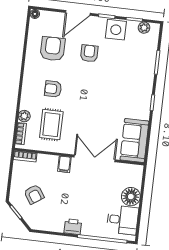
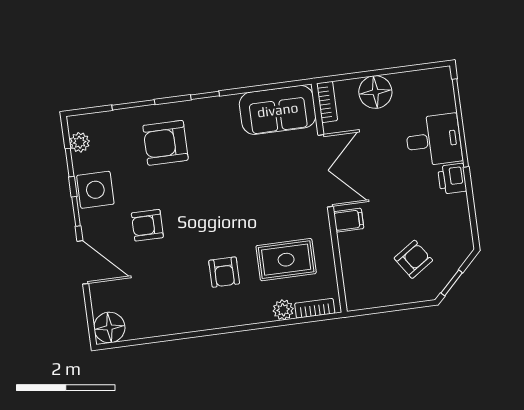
floor lamp: (35, 14) -> (109, 327), width x1.89, depth x1.89
armchair: (53, 49) -> (166, 143), moved
bookcase: (25, 156) -> (327, 102), moved
double door: (95, 158) -> (326, 171), swing flipped
desk: (123, 220) -> (434, 140), moved, turned 90

